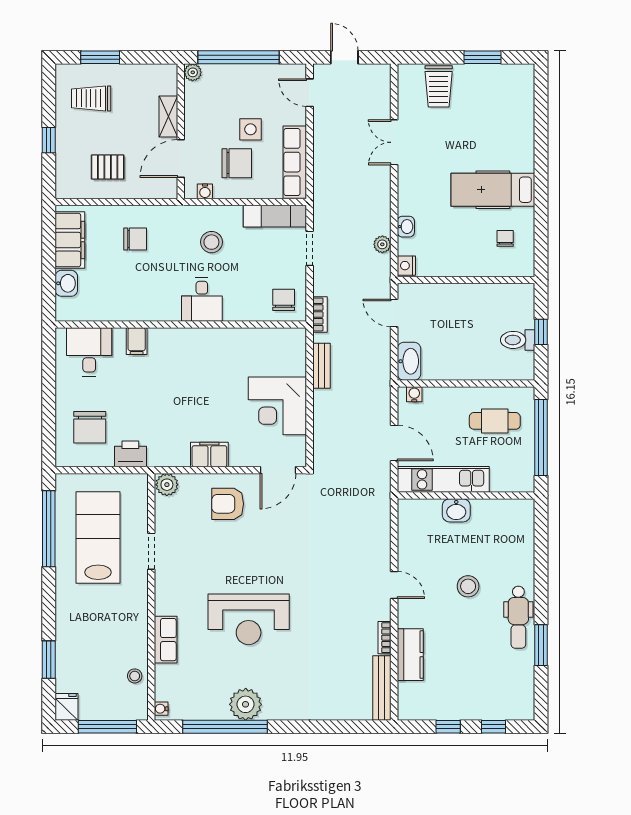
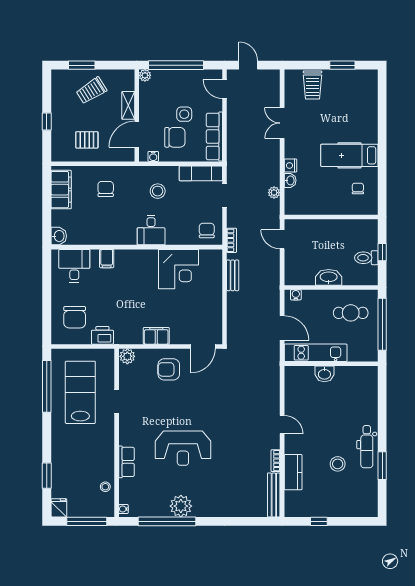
trolley: (91, 98) -> (91, 91), moved, turned -32
chair: (135, 239) -> (106, 189), turned -90
nightstand: (406, 266) -> (290, 165), moved
washbasin: (66, 283) -> (59, 236), moved
washbasin: (409, 361) -> (329, 277), moved, turned -90
corner desk: (277, 406) -> (179, 269), moved, turned -90
stool: (468, 586) -> (338, 464), moved
window: (493, 727) -> (350, 521), removed

